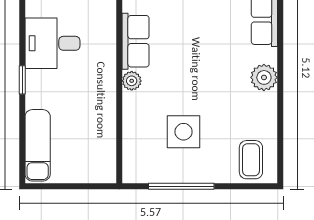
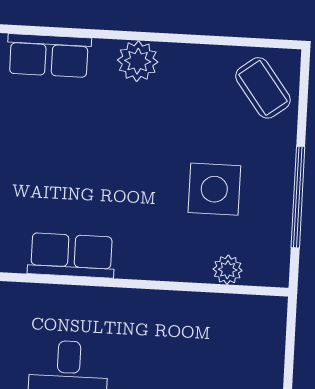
plant: (132, 81) -> (228, 270), moved
coffee table: (251, 160) -> (263, 88), turned 53

